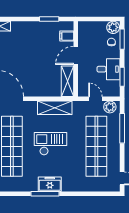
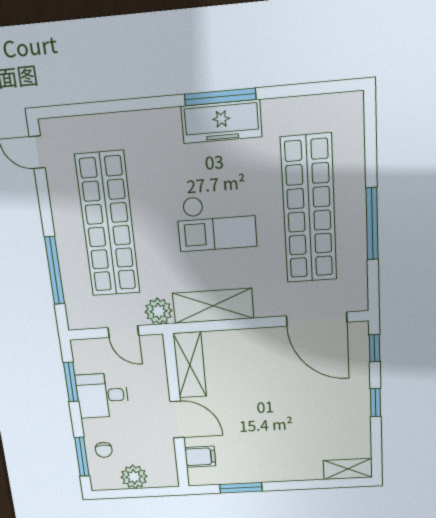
plant: (113, 27) -> (134, 477), moved
door: (76, 55) -> (177, 419), hinge flipped
plant: (110, 107) -> (159, 311), moved
freezer: (50, 184) -> (221, 122), width x1.40

